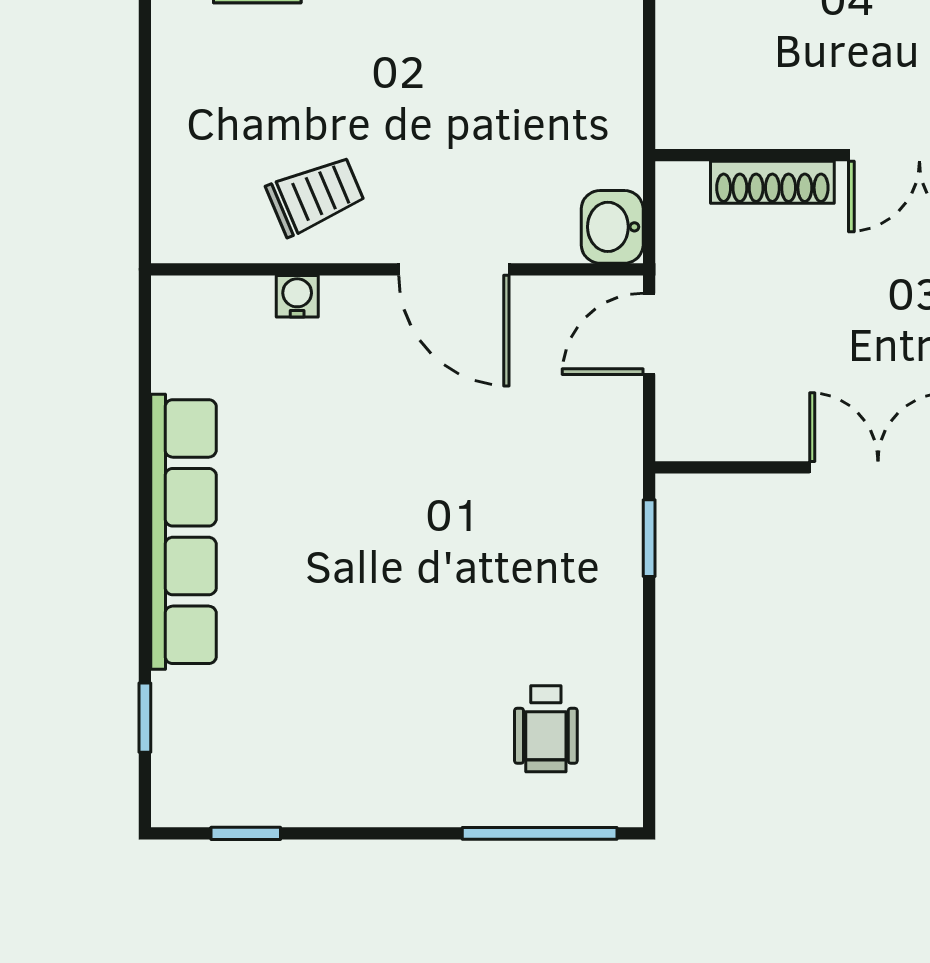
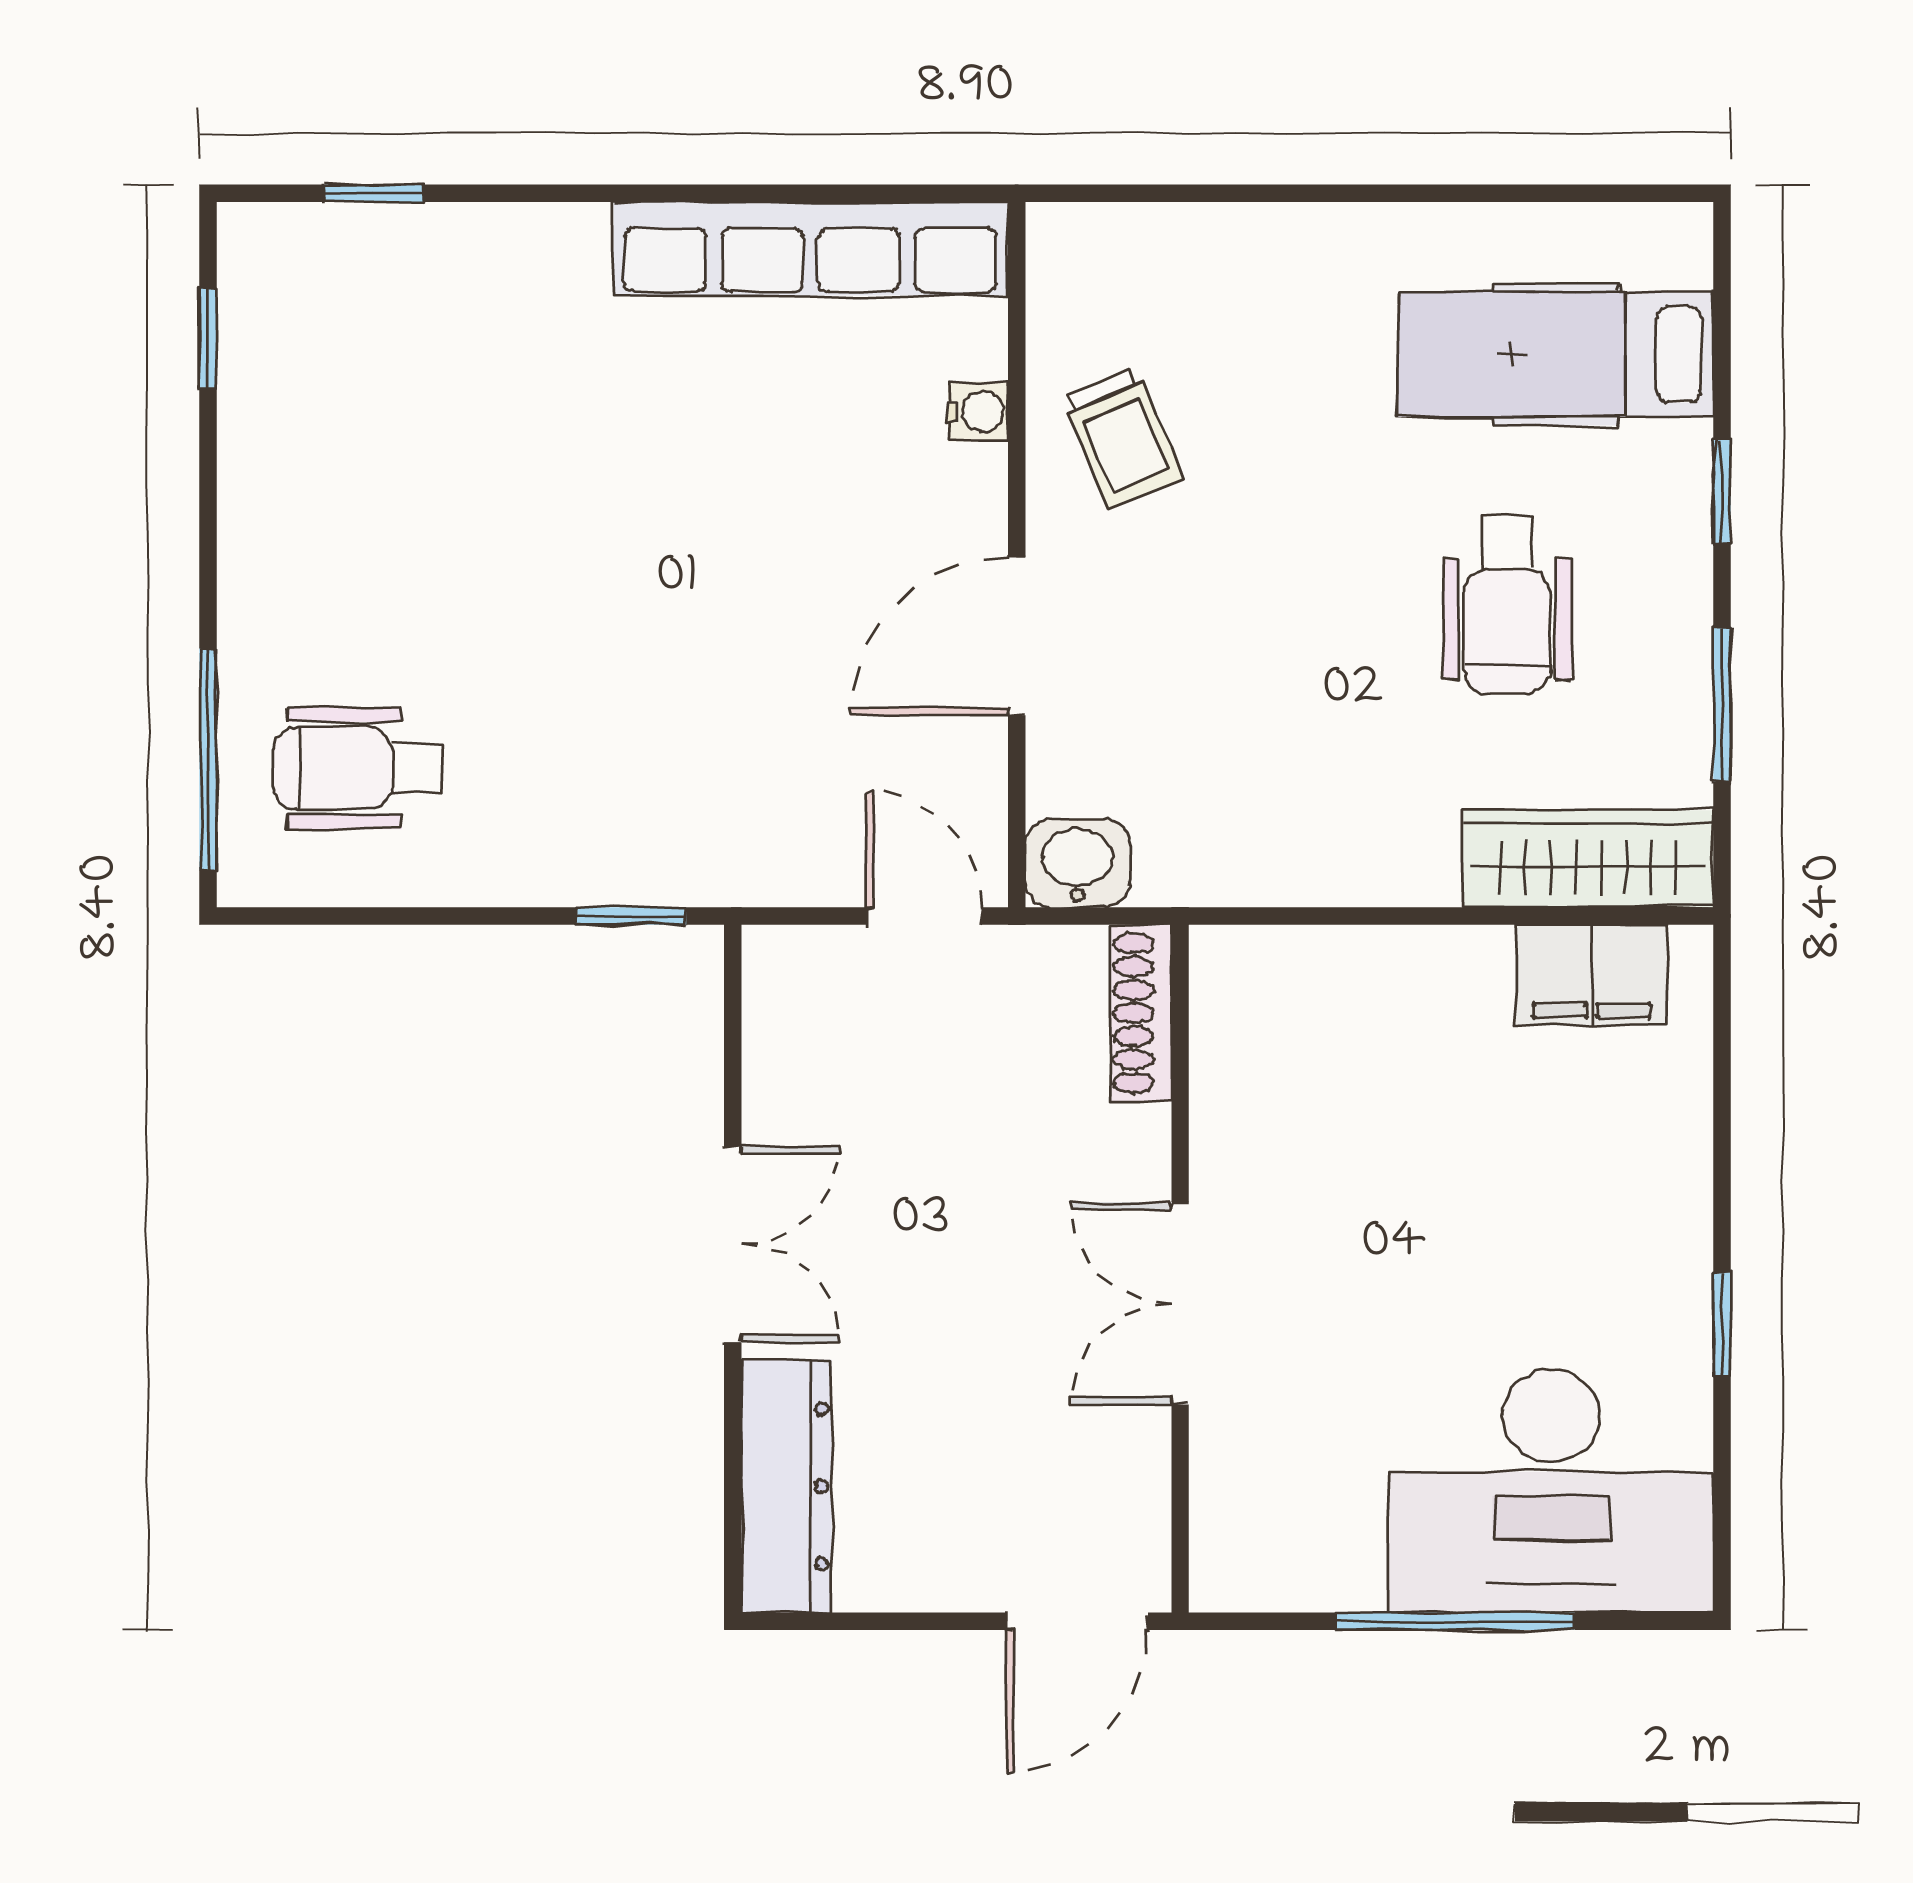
shoe rack: (772, 182) -> (1141, 1013), moved
row of seats: (184, 532) -> (811, 249), moved
wheelchair: (546, 729) -> (358, 768), width x1.36, depth x1.37

